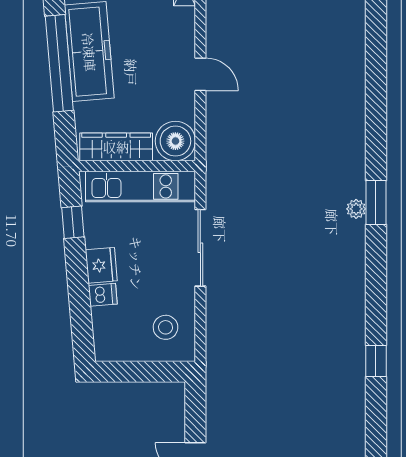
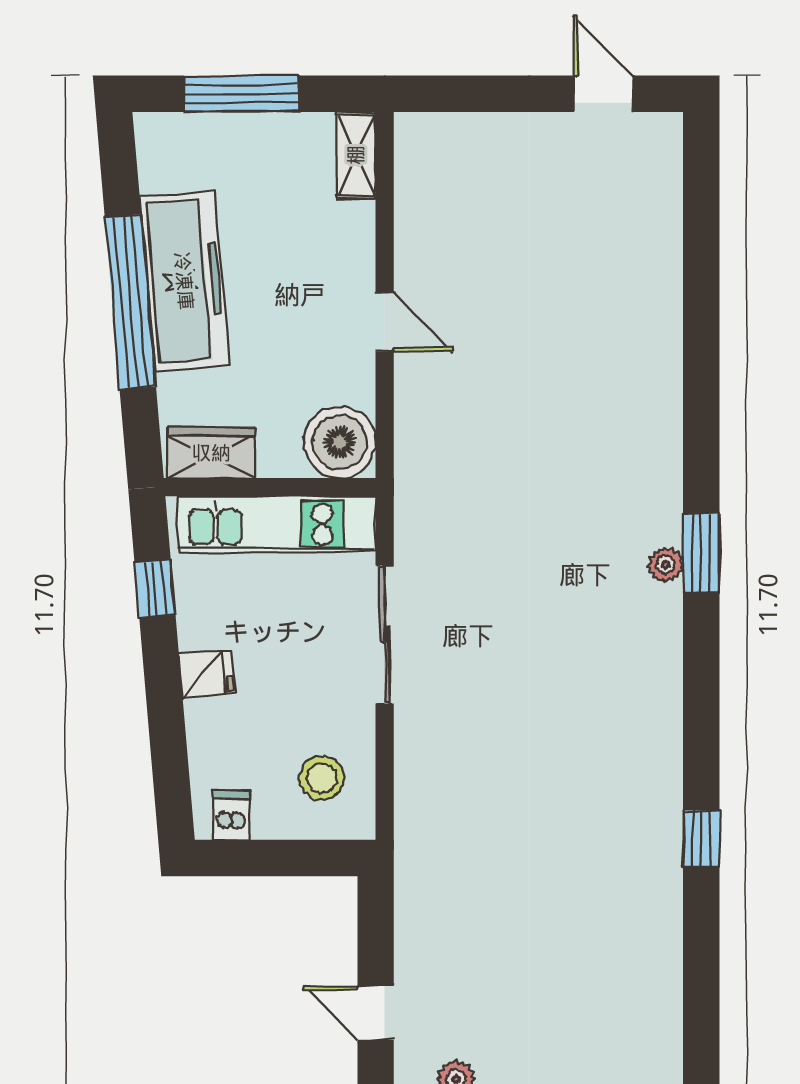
wardrobe: (116, 147) -> (211, 453), width x0.67
fridge: (101, 265) -> (207, 675), width x0.72
dishwasher: (103, 295) -> (231, 815), moved, turned -85

